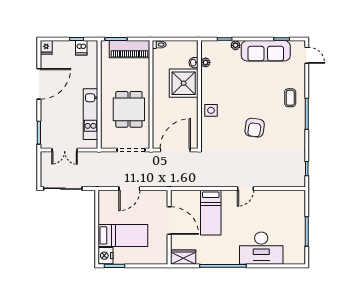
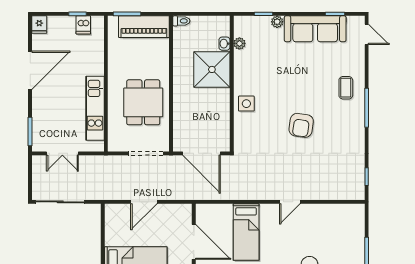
door: (175, 150) -> (201, 153), swing flipped

